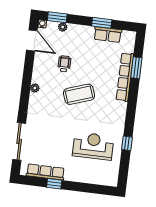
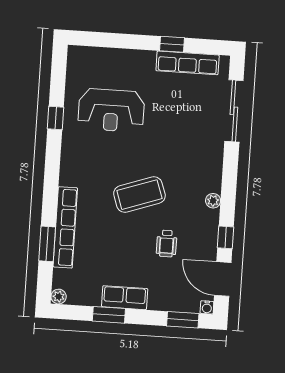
plant: (63, 27) -> (59, 297), moved
row of seats: (108, 35) -> (125, 298), moved
window: (29, 65) -> (226, 237), added

